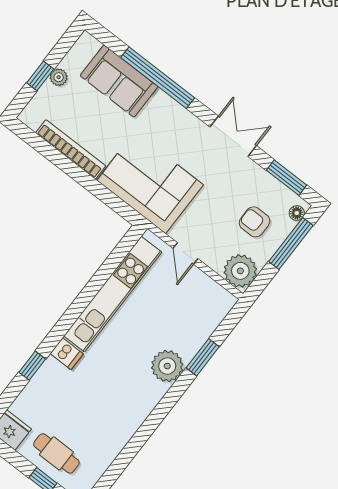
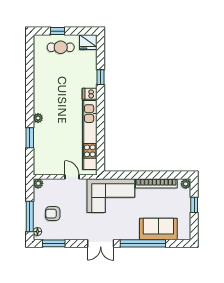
plant: (59, 77) -> (186, 184), moved
double door: (233, 136) -> (101, 243), moved
armchair: (255, 222) -> (53, 214), turned 180
plant: (240, 271) -> (38, 183), width x0.53, depth x0.53
plant: (167, 366) -> (38, 118), width x0.53, depth x0.53

